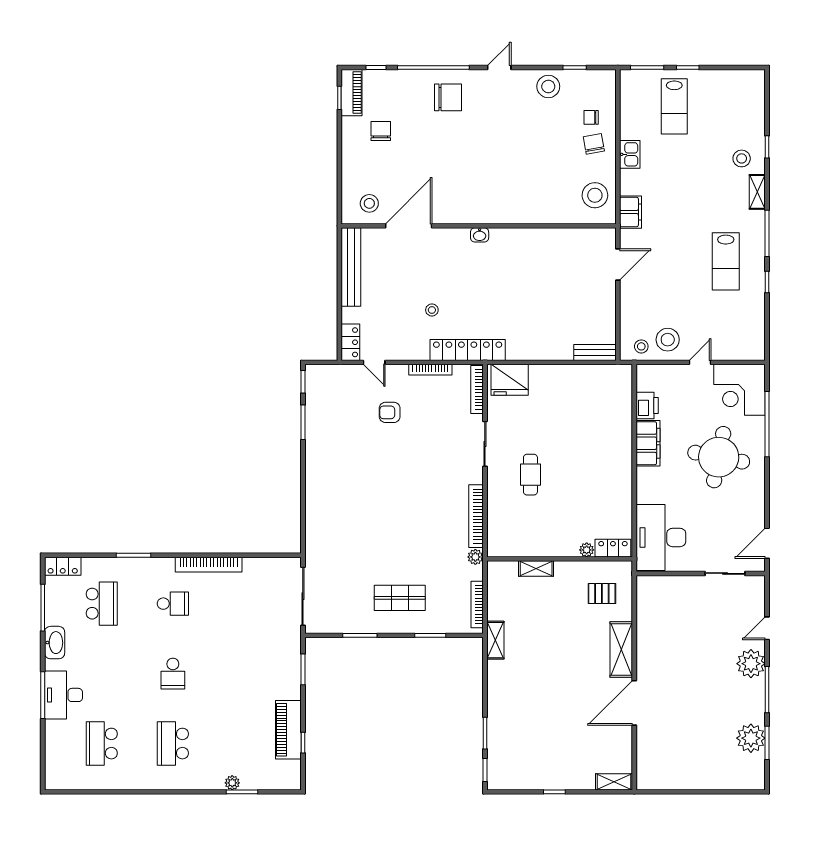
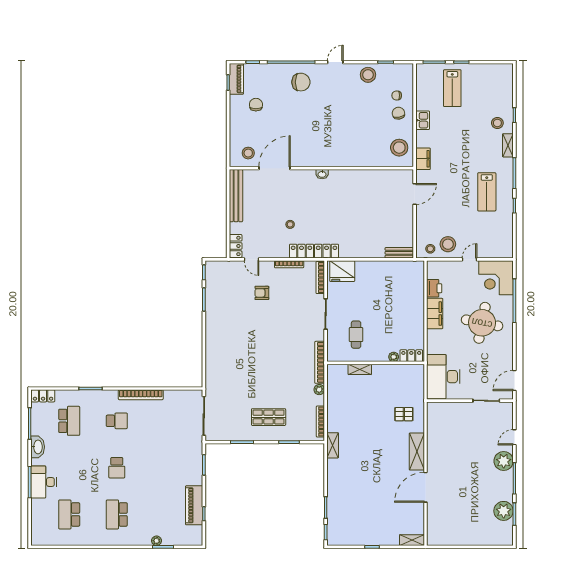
locker: (613, 548) -> (411, 356), moved
plant: (587, 550) -> (394, 357), moved
wall: (560, 559) -> (376, 363), moved
shelving: (536, 569) -> (360, 369), moved

